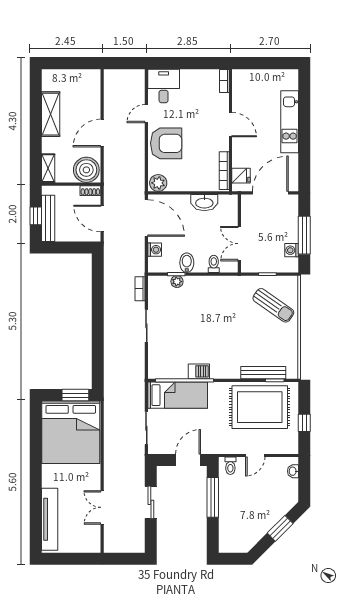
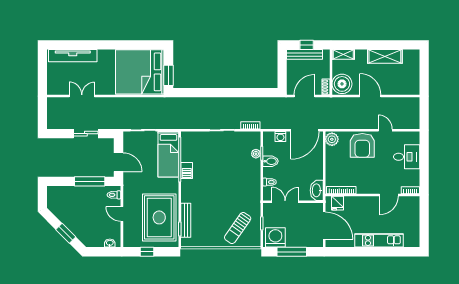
desk: (164, 86) -> (407, 157), moved
door: (230, 125) -> (389, 195), moved
washbasin: (204, 203) -> (317, 190), moved
washing machine: (292, 250) -> (275, 237), width x1.89, depth x1.89

